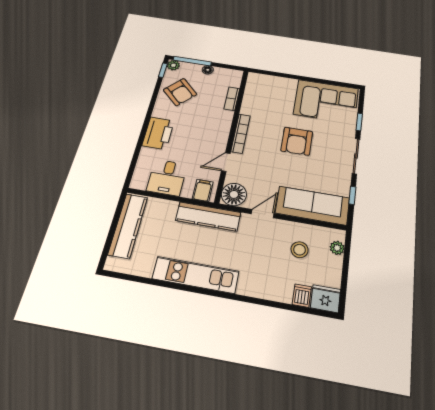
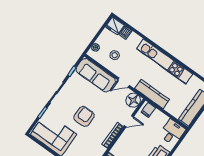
desk: (167, 178) -> (172, 132), moved
kitchen unit: (196, 275) -> (165, 61), width x1.36

